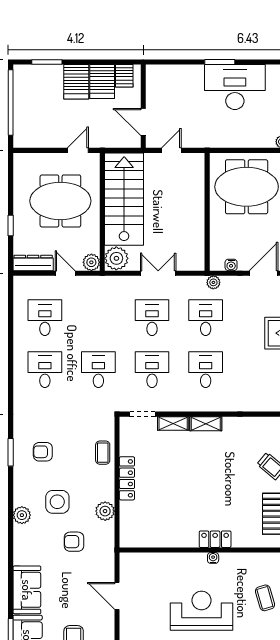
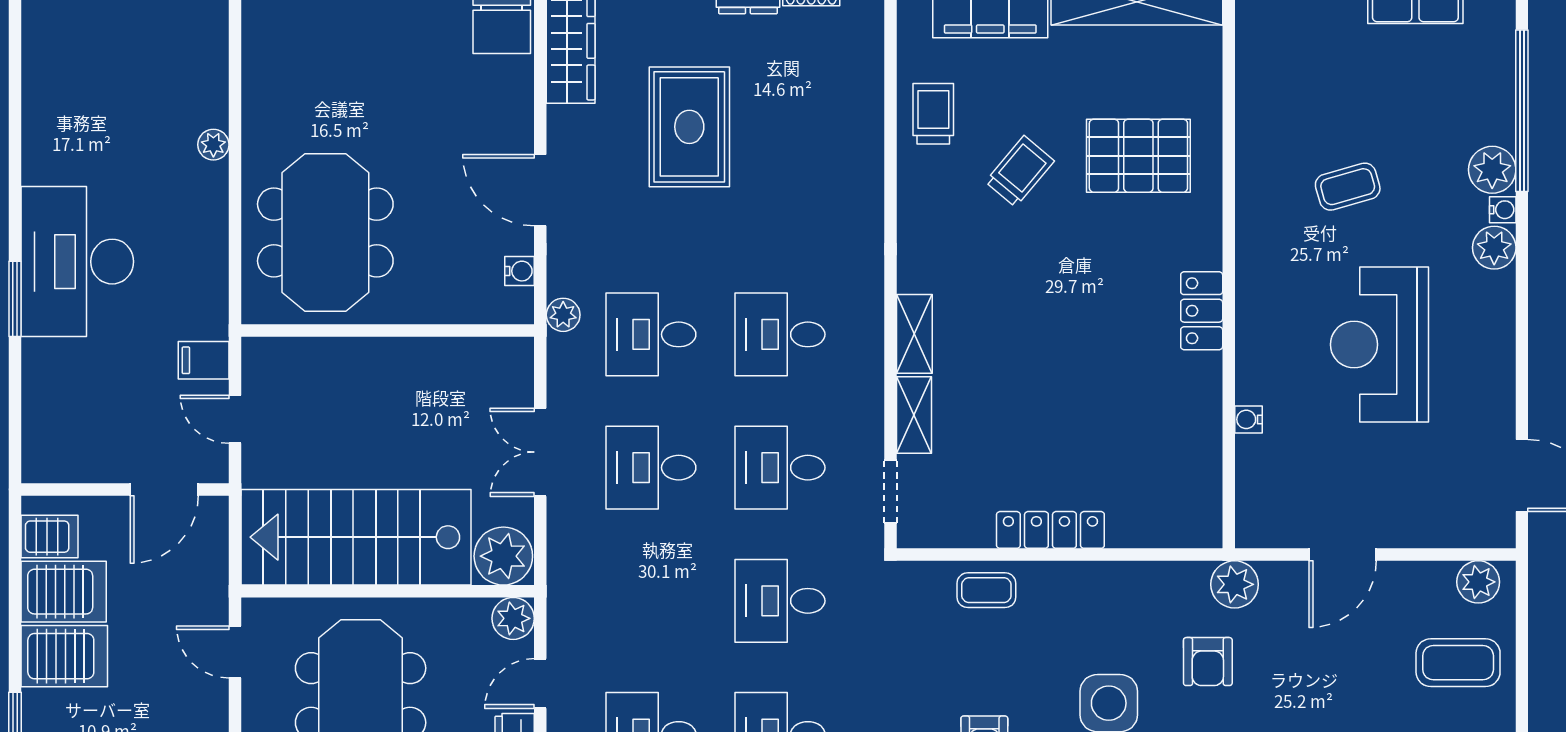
filing cabinet: (195, 138) -> (204, 360), added
plant: (105, 511) -> (1235, 584), moved
water cooler: (213, 558) -> (1248, 419), moved

